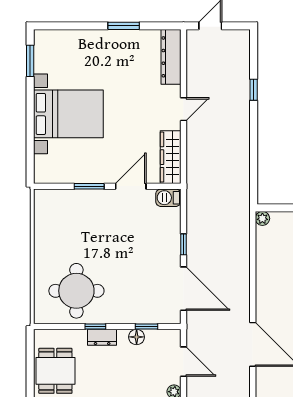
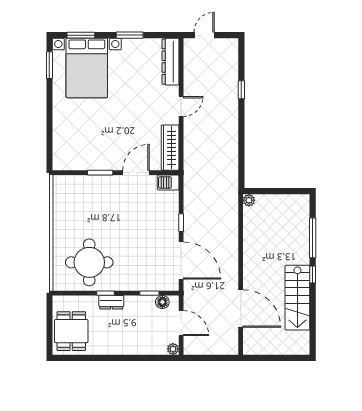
window: (67, 26) -> (81, 35), added
bed with nightstands: (68, 114) -> (87, 68), moved, turned 90
floor lamp: (137, 337) -> (162, 302), moved

